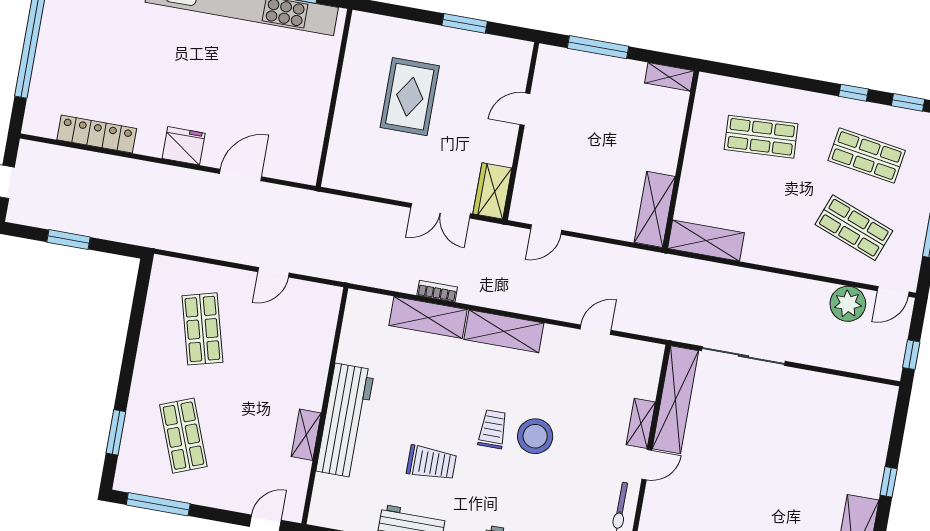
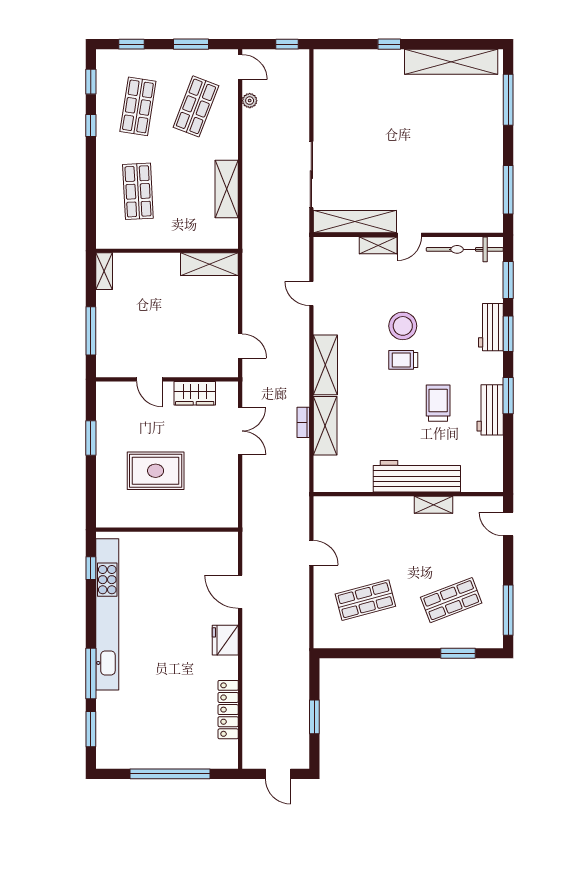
wardrobe: (492, 191) -> (195, 393), moved
shelving: (706, 241) -> (227, 189), moved
plant: (848, 304) -> (250, 101), width x0.53, depth x0.53
door: (647, 465) -> (409, 235), swing flipped

